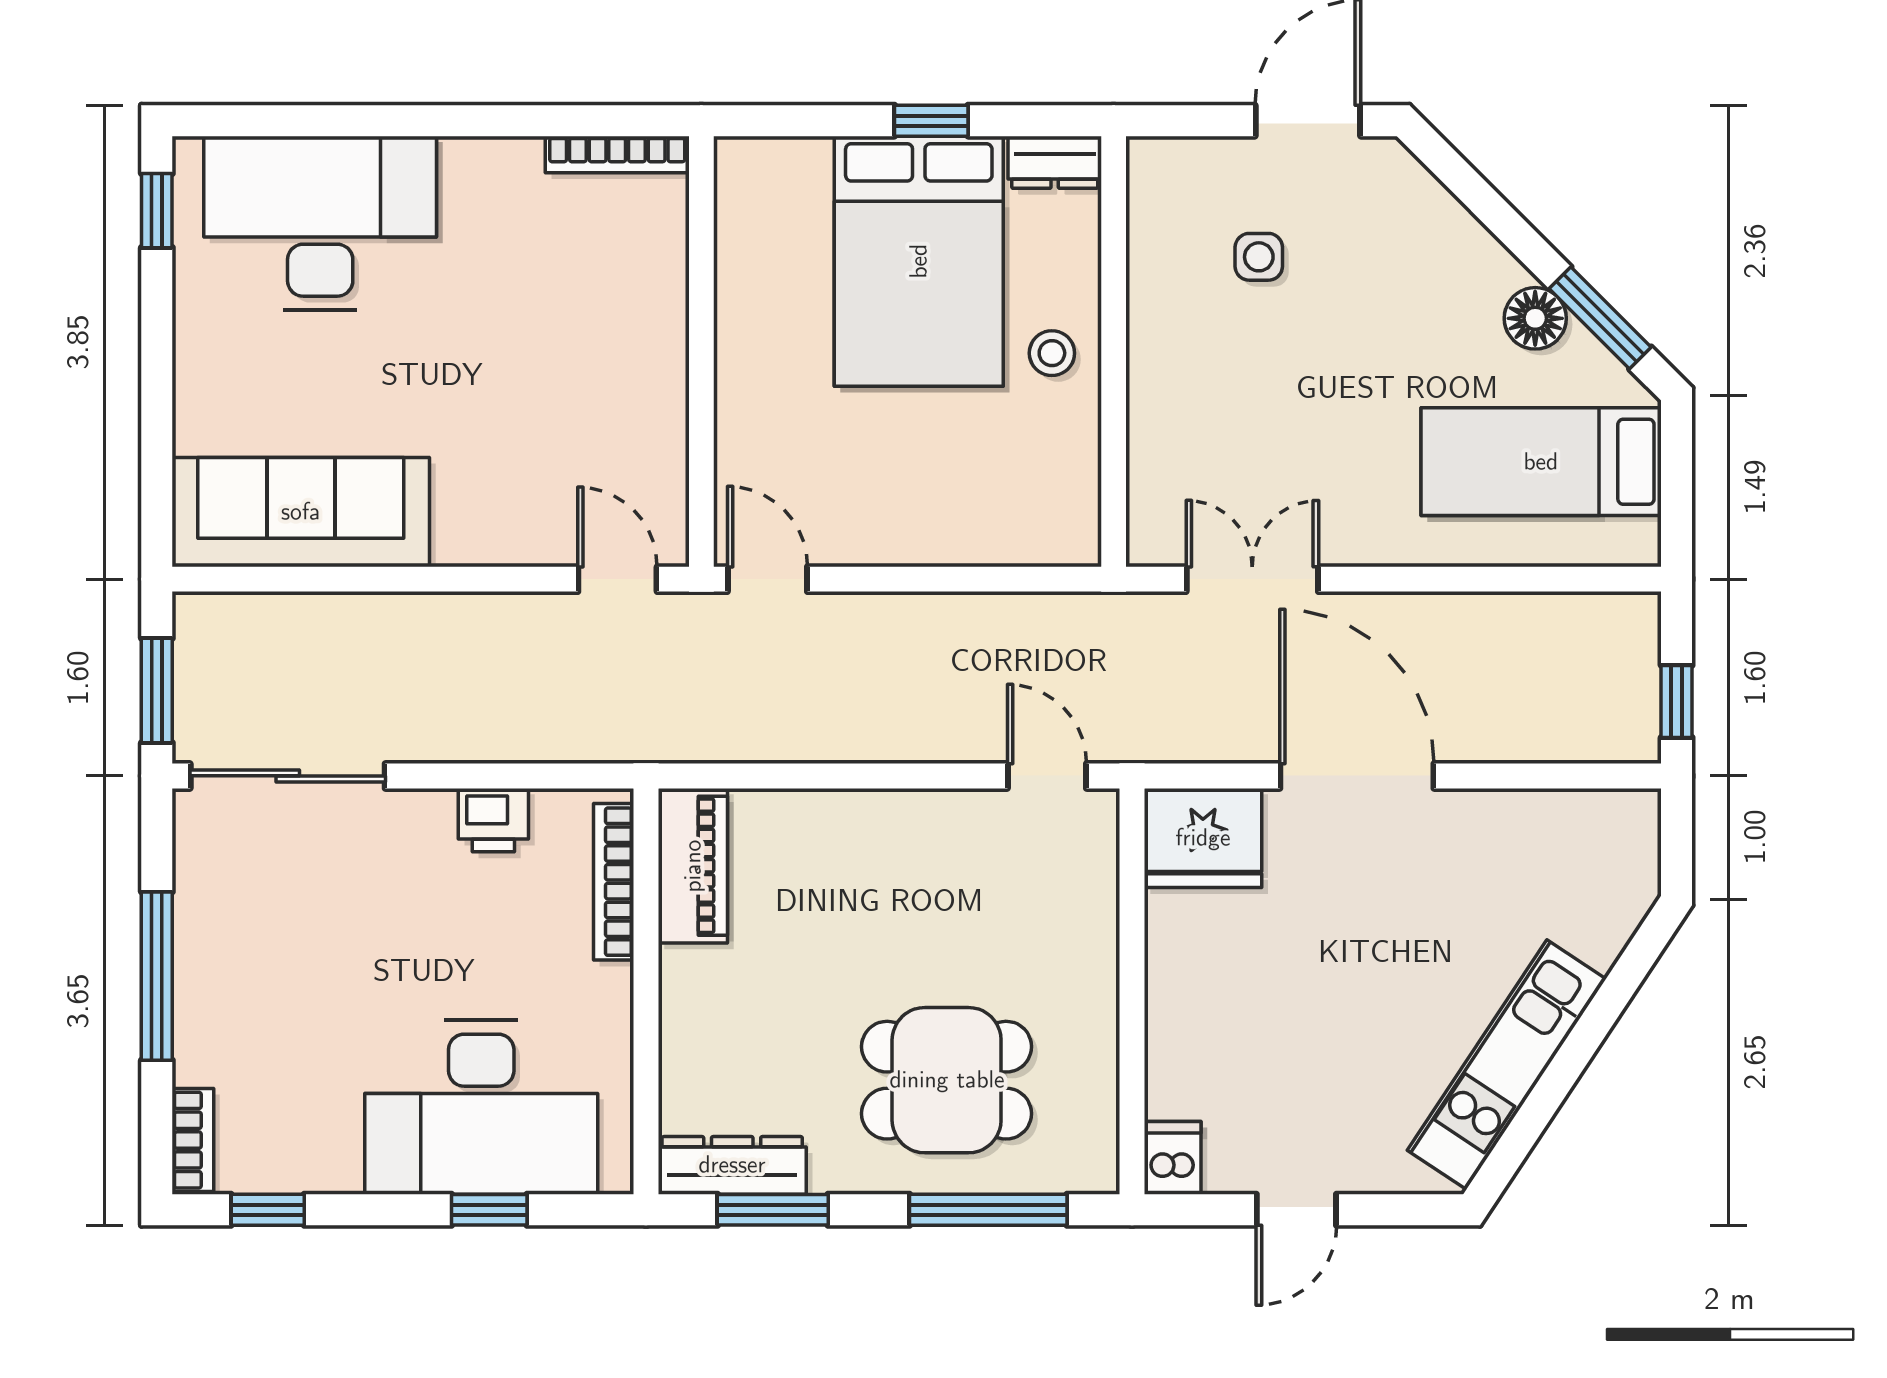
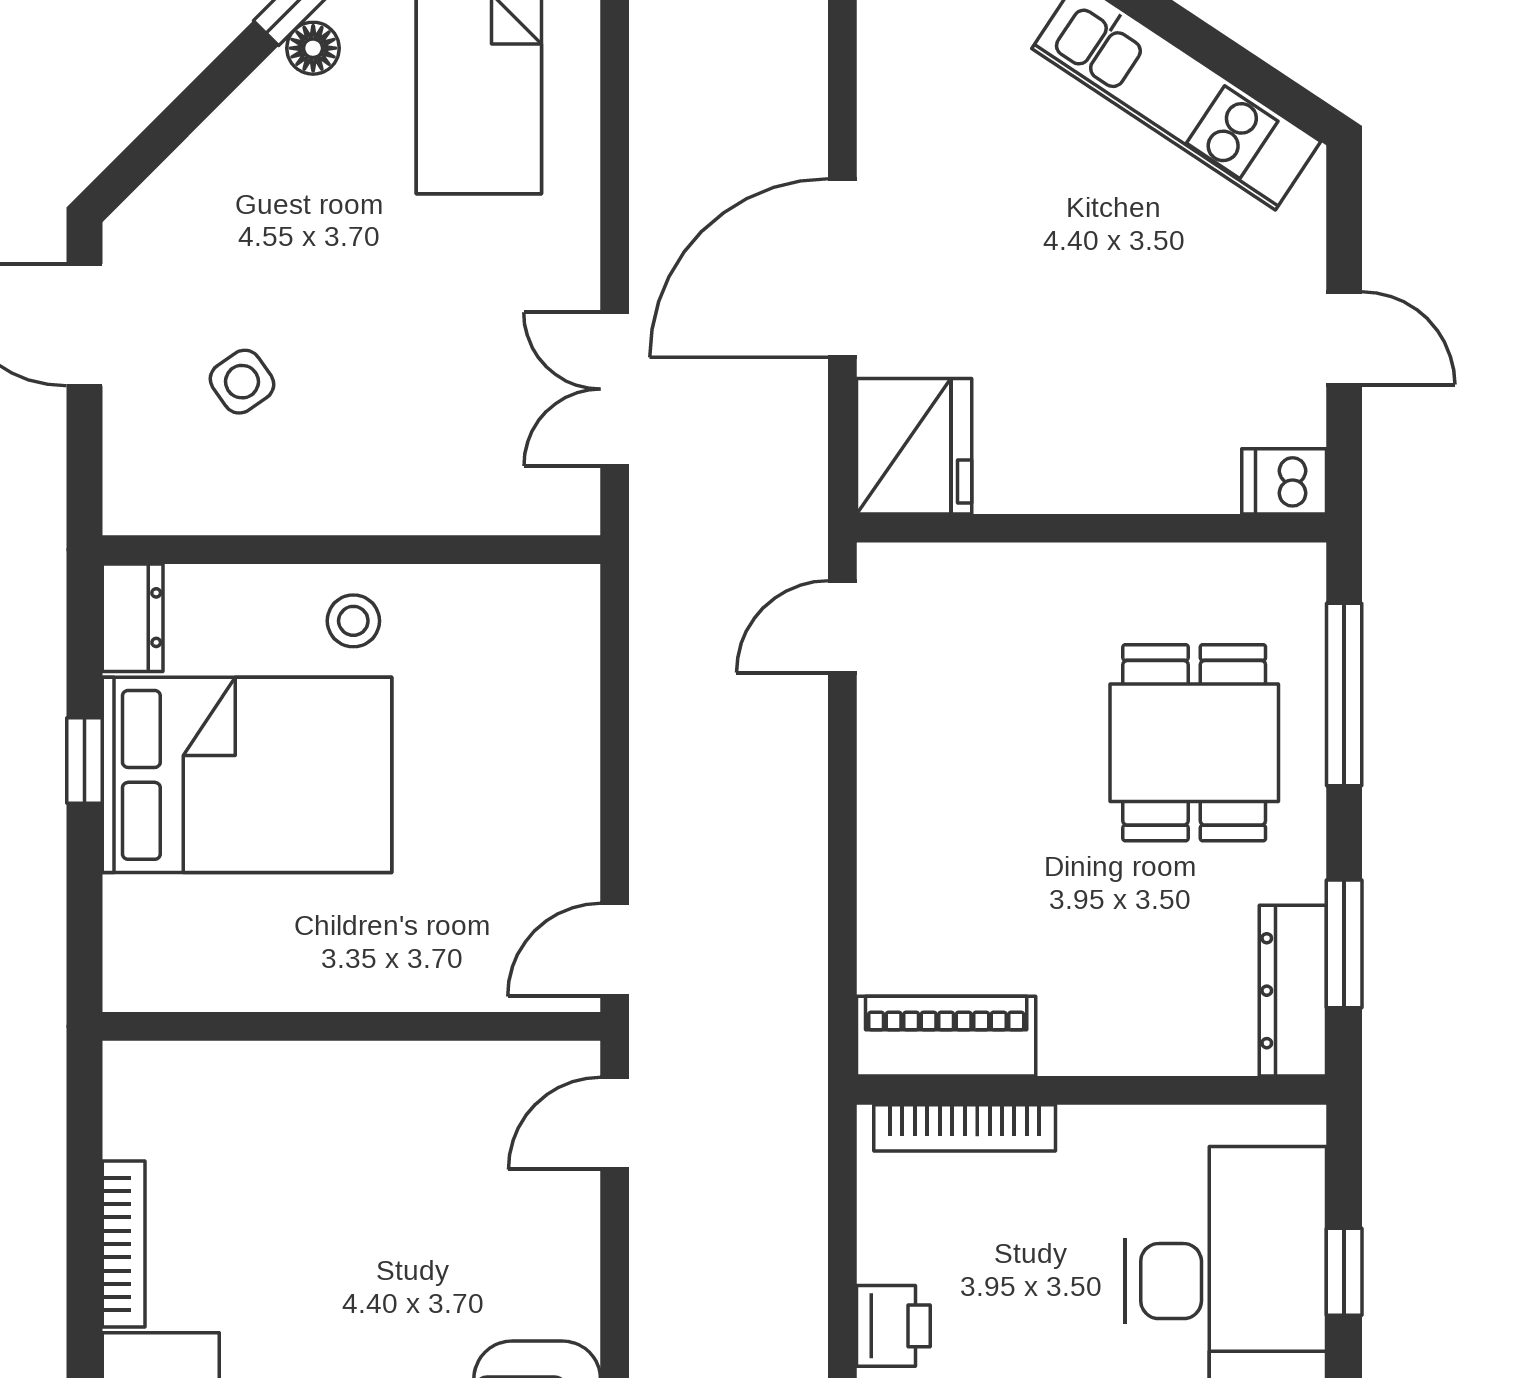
bookcase: (617, 154) -> (124, 1244), moved
side table: (1259, 257) -> (242, 382), turned -35
floor lamp: (1535, 318) -> (313, 48), width x0.73, depth x0.73
printer: (493, 820) -> (893, 1326), moved

